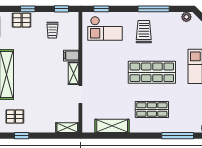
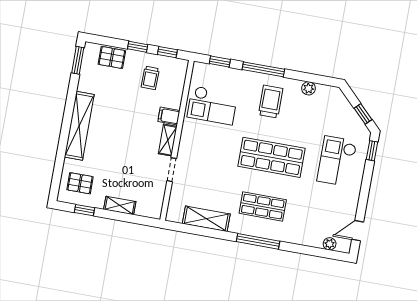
window: (28, 9) -> (138, 47), moved
window: (154, 9) -> (263, 69), moved
plant: (186, 17) -> (308, 88), moved
checkout: (105, 28) -> (212, 105), moved
shelving: (67, 128) -> (120, 206), moved
window: (178, 136) -> (258, 241), moved

